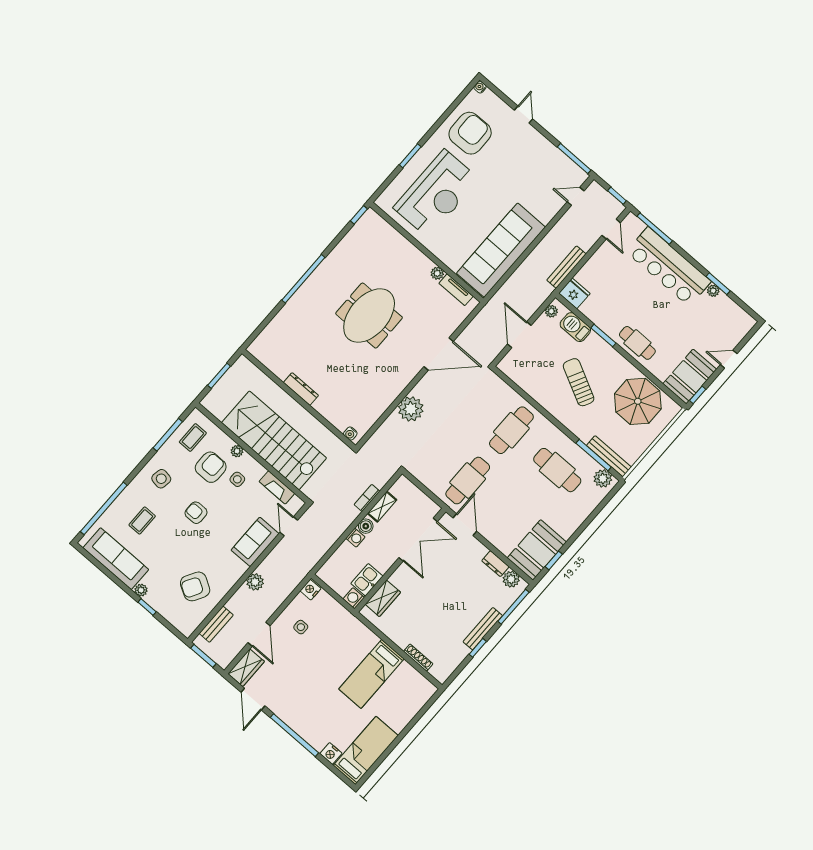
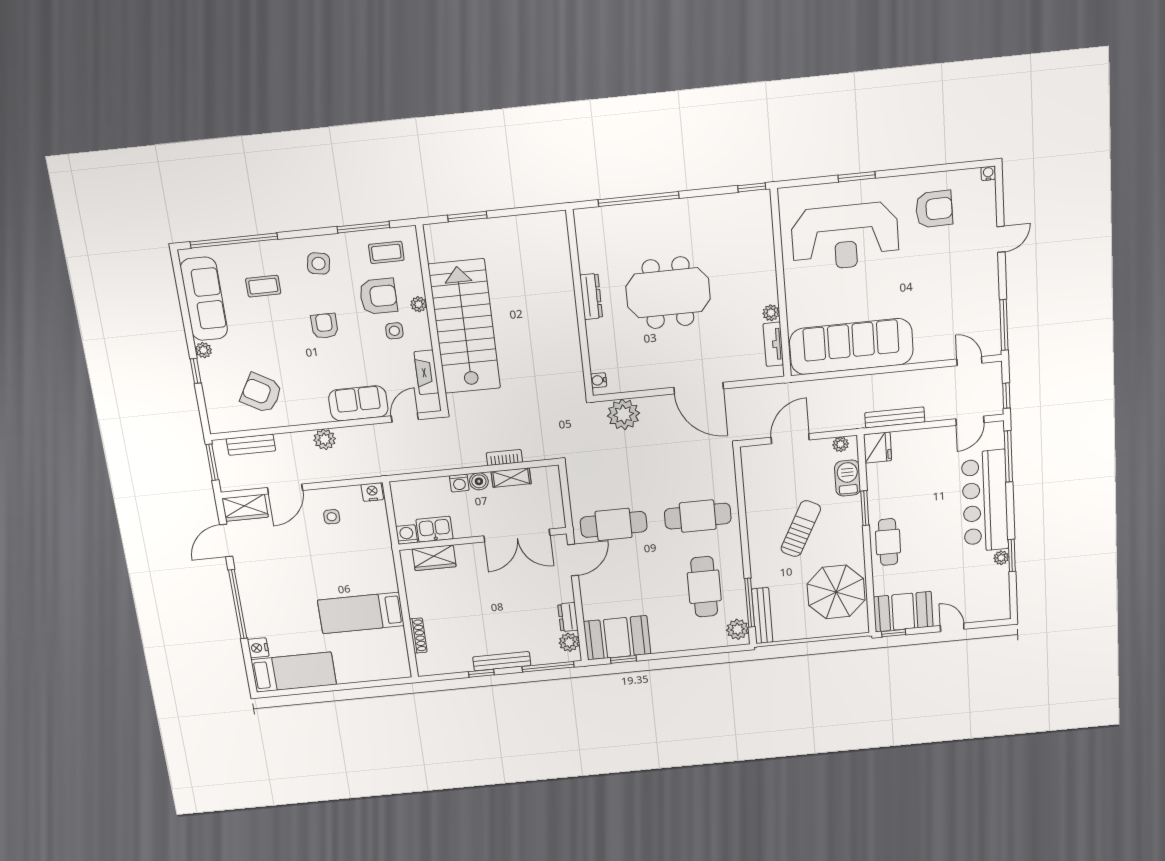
armchair: (470, 133) -> (934, 209), width x0.73, depth x0.73
dresser: (301, 389) -> (591, 296), moved
wall: (299, 399) -> (580, 304), moved
water cooler: (350, 434) -> (599, 380), moved

